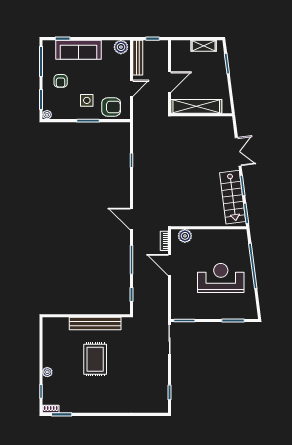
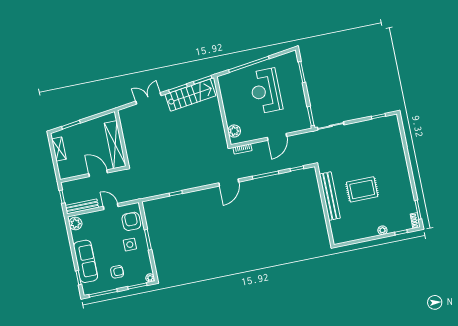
door: (169, 265) -> (277, 137), moved

